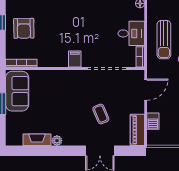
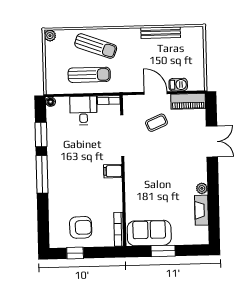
door: (146, 90) -> (156, 93), moved
coffee table: (101, 114) -> (156, 123), moved

